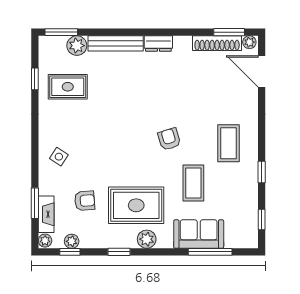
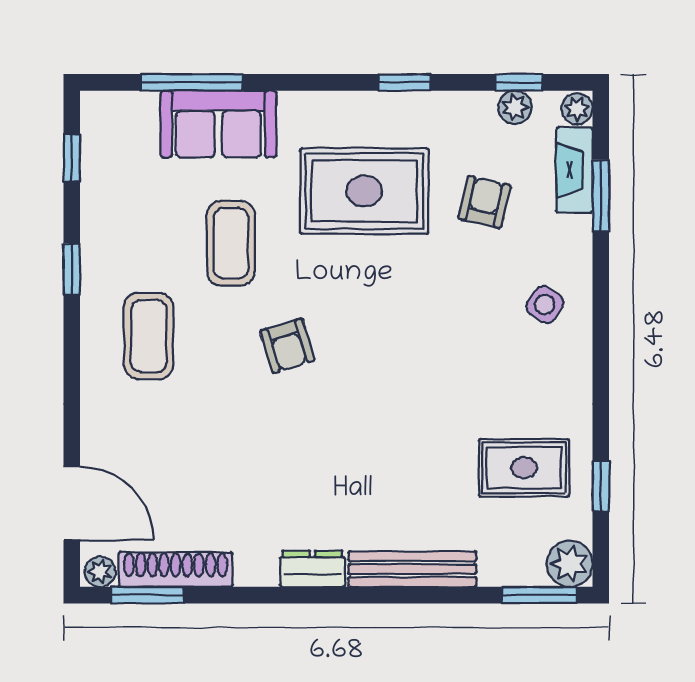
plant: (77, 46) -> (570, 564), moved
armchair: (85, 201) -> (484, 202), turned 107
plant: (147, 239) -> (340, 112), removed

